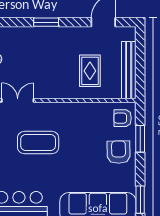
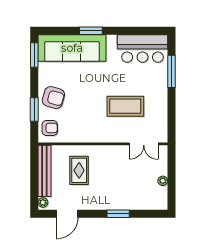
plant: (130, 35) -> (43, 202), added
armchair: (119, 152) -> (53, 98), turned -73

